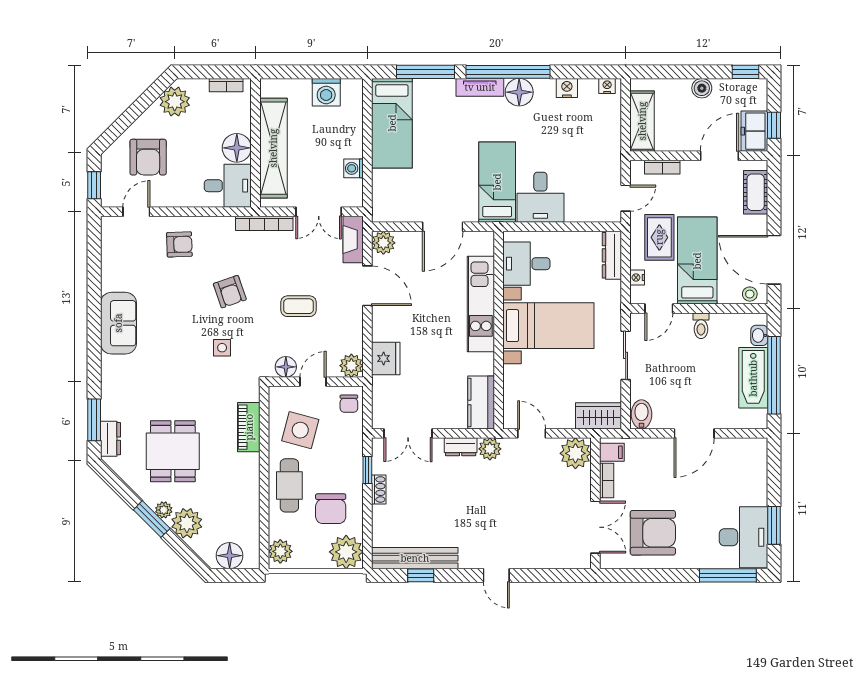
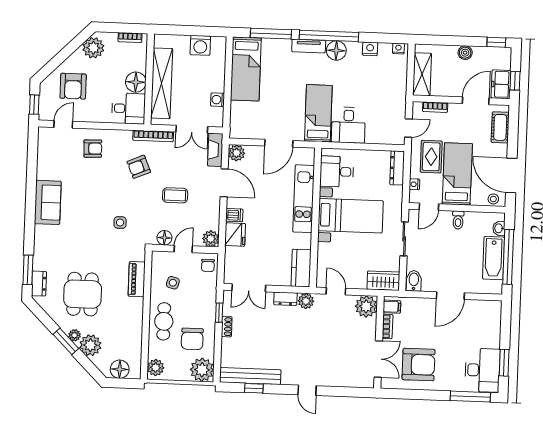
armchair: (230, 292) -> (139, 167), moved, turned 86
dishwasher: (384, 331) -> (234, 215), added
side table: (300, 430) -> (173, 283), width x0.54, depth x0.54

